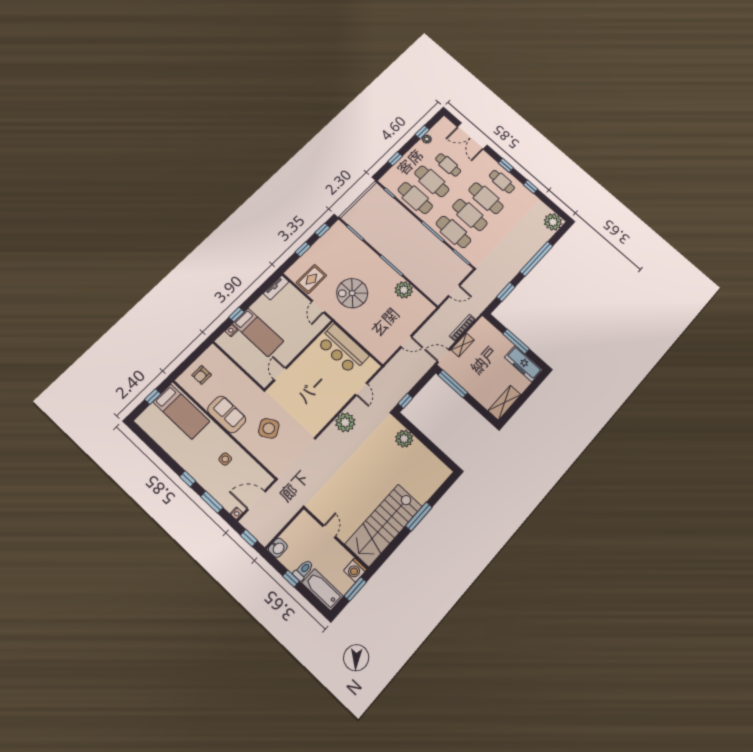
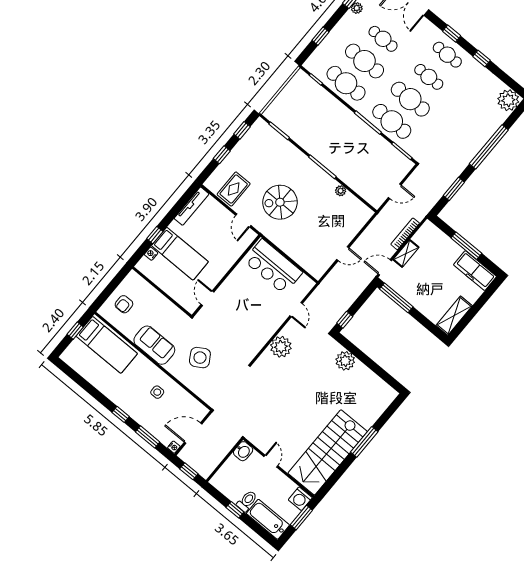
cafe table: (486, 198) -> (429, 77), width x0.73, depth x0.74
tv unit: (276, 288) -> (192, 206), width x1.41
plant: (404, 290) -> (341, 191), width x0.53, depth x0.53
washbasin: (278, 548) -> (243, 451), moved

